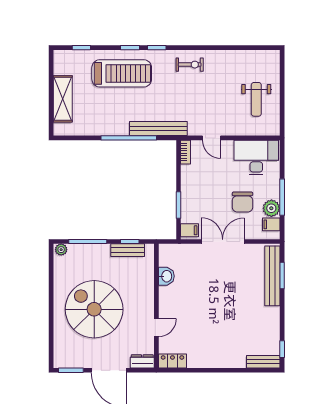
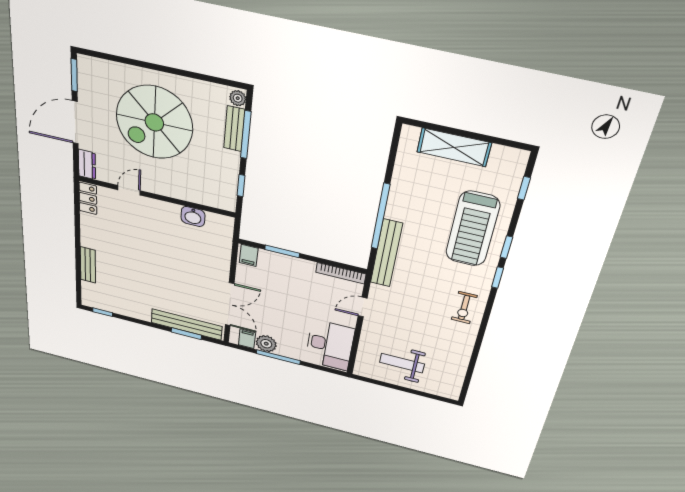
bookcase: (185, 152) -> (341, 273), width x1.56
chair: (242, 202) -> (277, 318), removed
double door: (223, 241) -> (230, 304), moved
bench: (128, 250) -> (234, 129), moved
spiral stairs: (94, 309) -> (154, 122), turned 180
door: (156, 328) -> (129, 190), swing flipped
bench: (263, 362) -> (88, 265), moved

